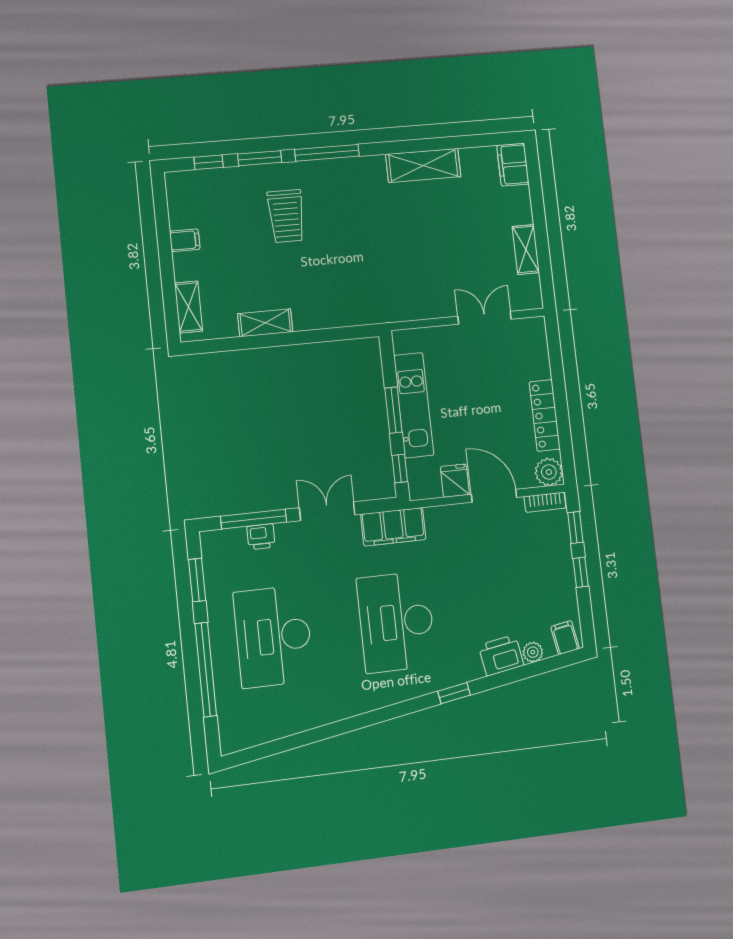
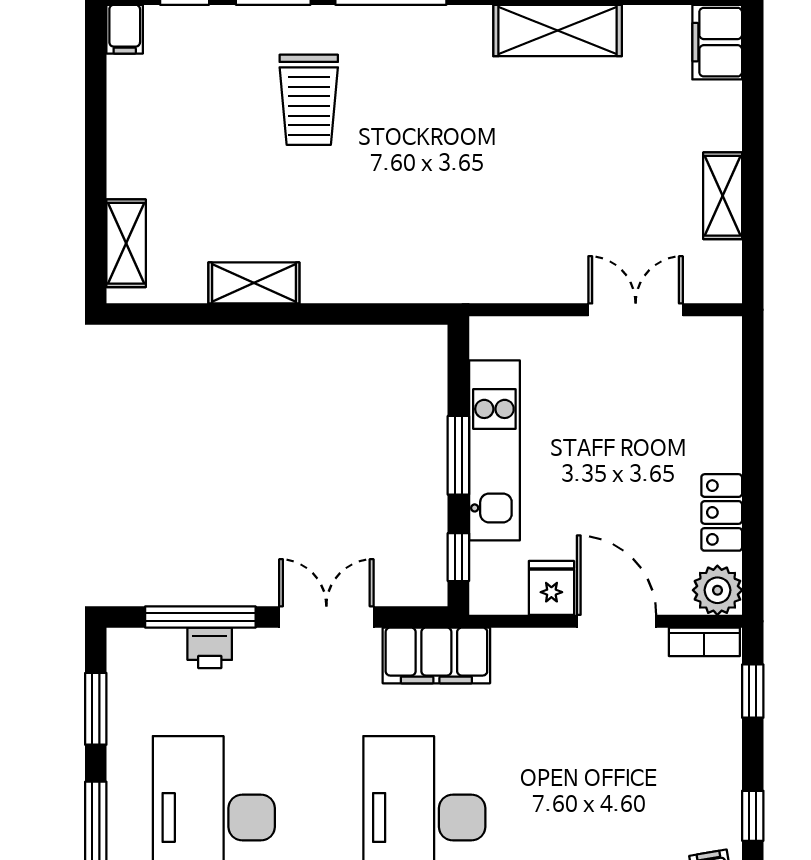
filing cabinet: (185, 240) -> (125, 29), moved, turned 90
locker: (545, 415) -> (722, 512), width x0.66
window: (581, 572) -> (753, 816), moved

